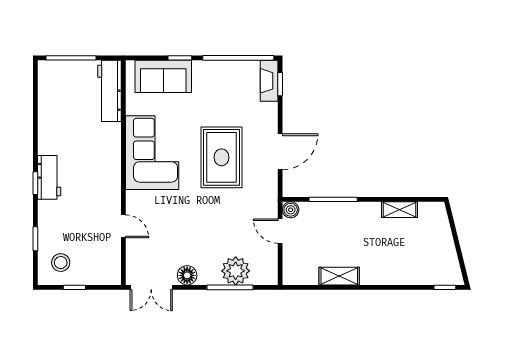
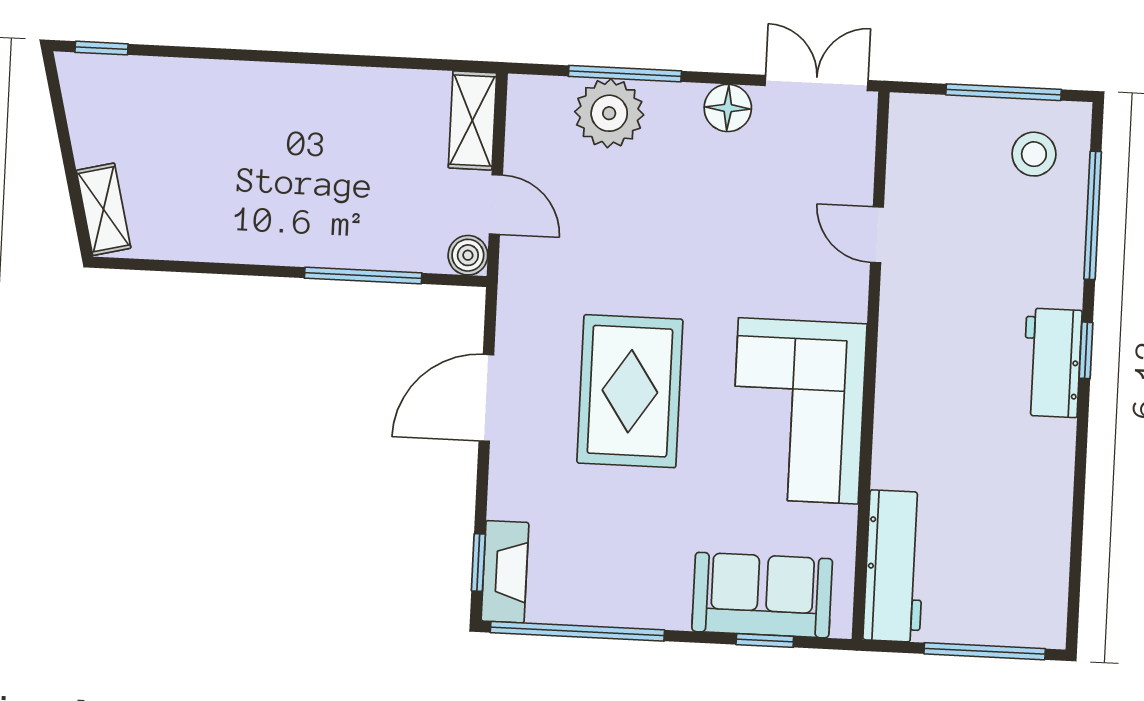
window: (180, 58) -> (765, 640), moved
shelving: (400, 210) -> (104, 209), moved, turned 76
window: (35, 239) -> (1093, 215), width x2.17
shelving: (339, 276) -> (472, 120), moved, turned 90
window: (74, 287) -> (1004, 92), width x2.17

